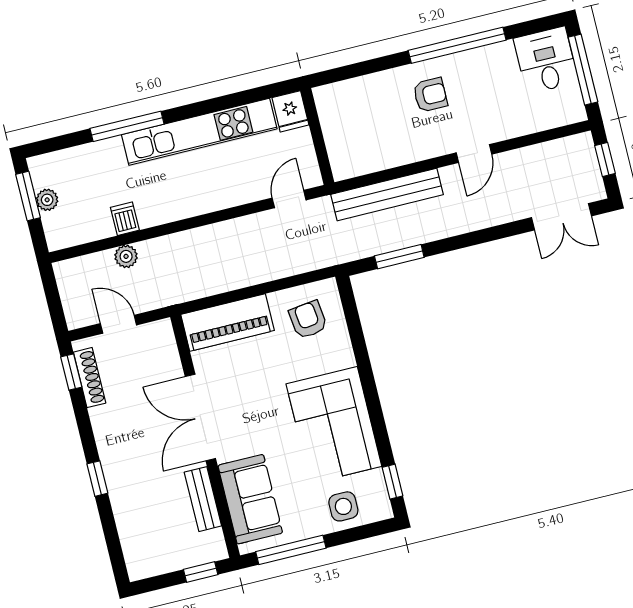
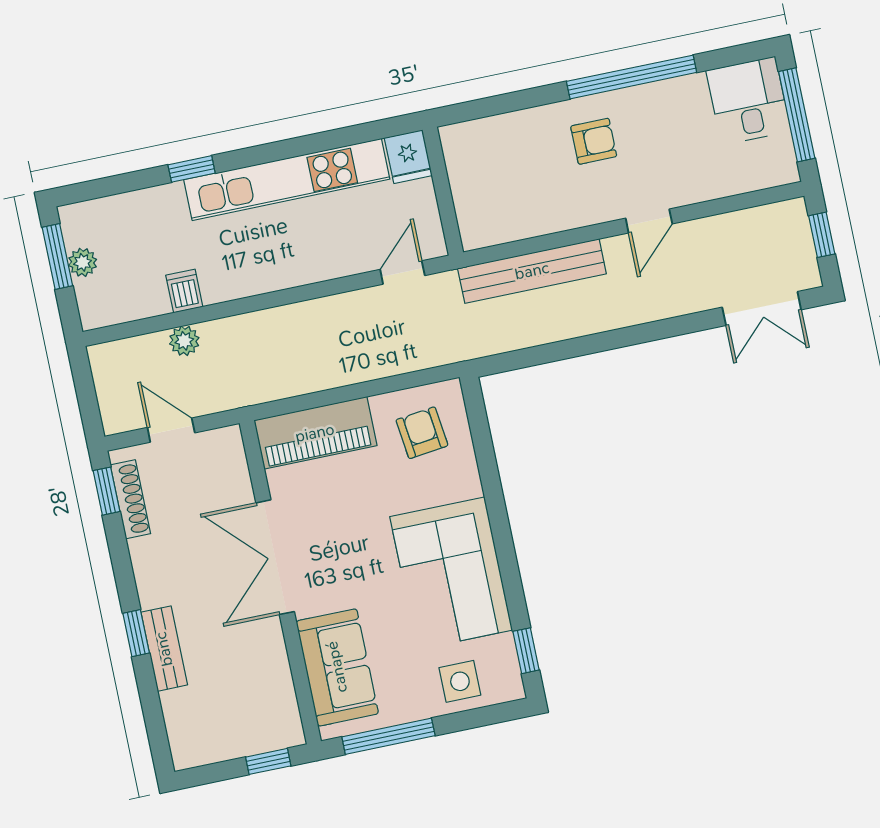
window: (127, 126) -> (192, 169), width x0.46
window: (399, 257) -> (545, 354), removed
bench: (203, 499) -> (164, 649), moved

